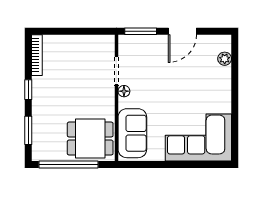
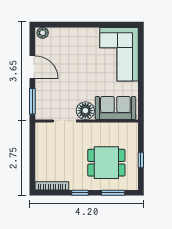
plant: (225, 59) -> (43, 33), moved
floor lamp: (124, 91) -> (85, 111), width x1.89, depth x1.89
dining table: (90, 139) -> (106, 163), moved, turned 90
window: (68, 164) -> (141, 160), width x0.32

